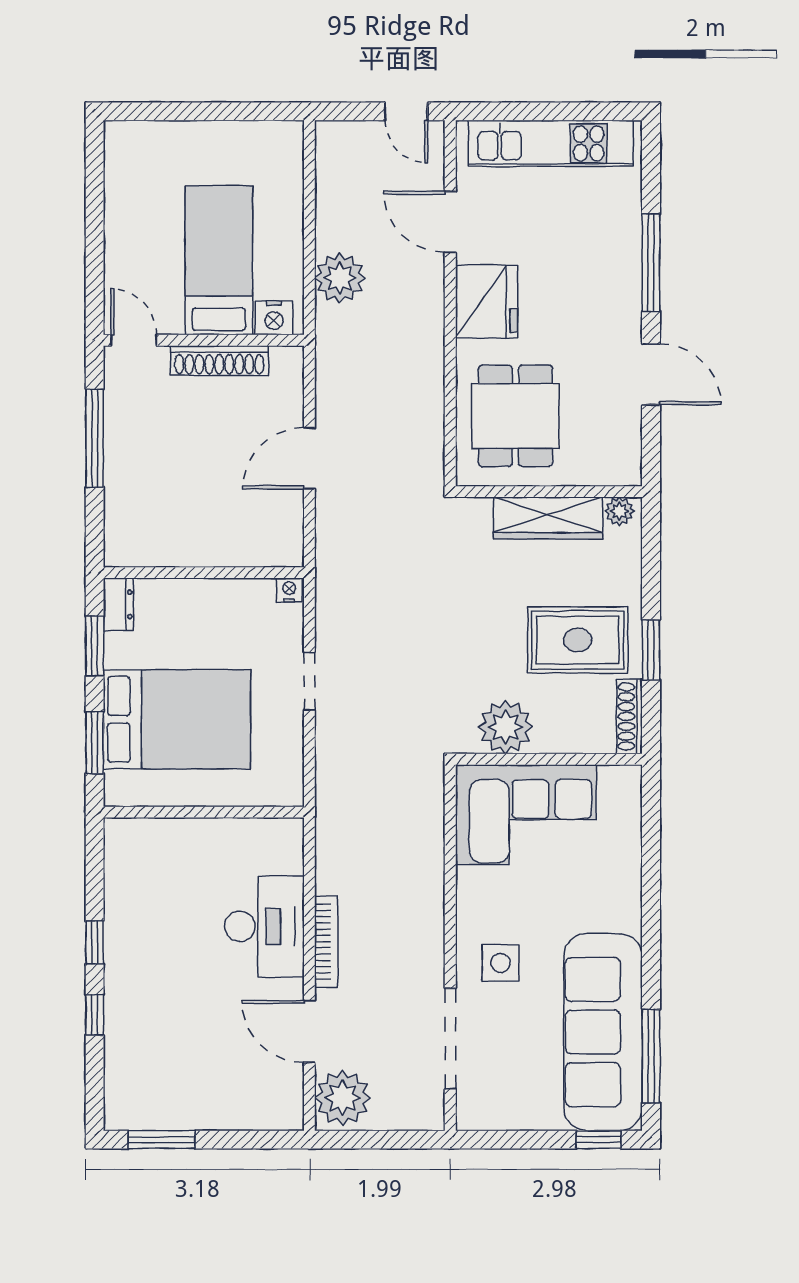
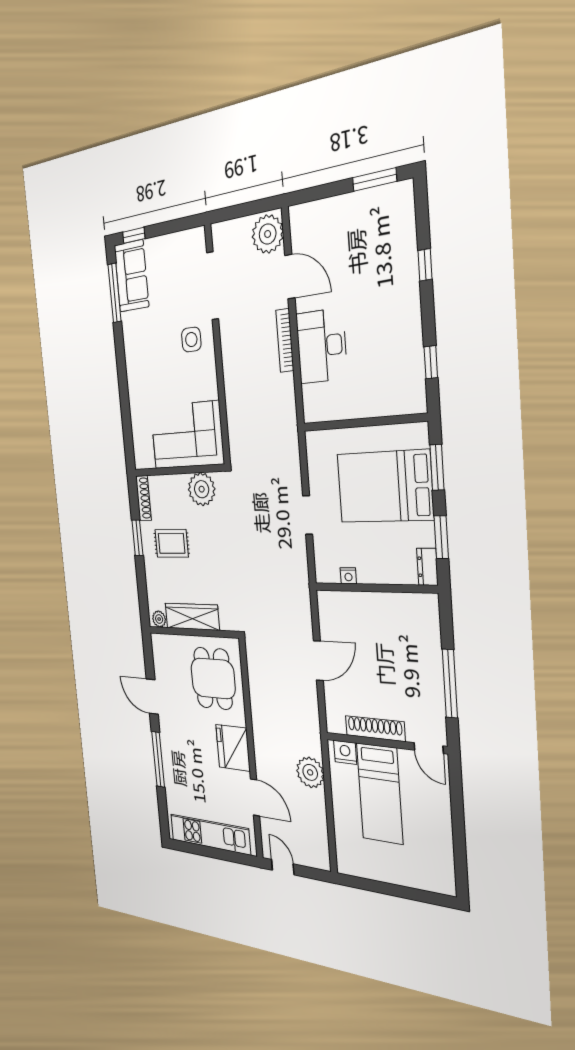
nightstand: (289, 590) -> (348, 576), moved
rug: (578, 640) -> (172, 543), width x0.73, depth x0.70
window: (95, 942) -> (431, 362), moved
sofa: (603, 1032) -> (131, 276), width x0.54, depth x0.79

